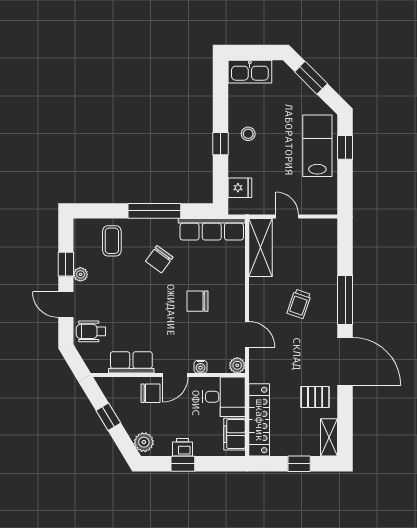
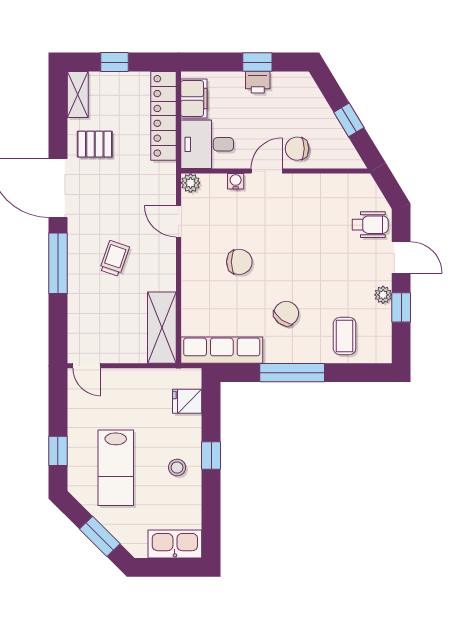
lab bench: (317, 146) -> (116, 468), moved
door: (287, 217) -> (87, 366), moved
row of seats: (131, 362) -> (321, 187), removed
plant: (144, 442) -> (305, 89), removed

